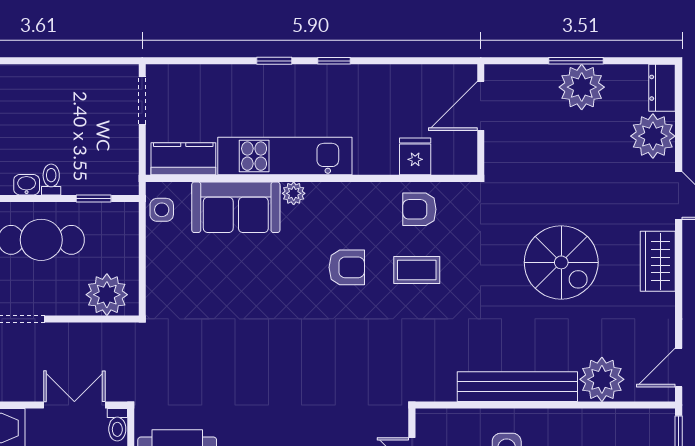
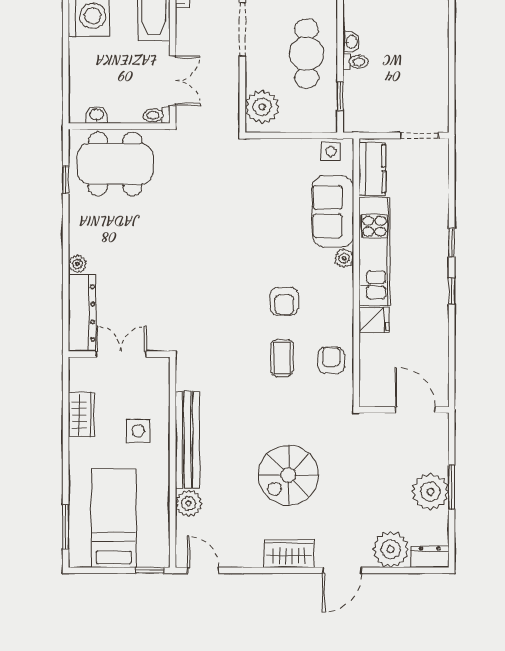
fridge: (415, 156) -> (374, 320), moved
plant: (602, 379) -> (189, 503), width x0.73, depth x0.73

